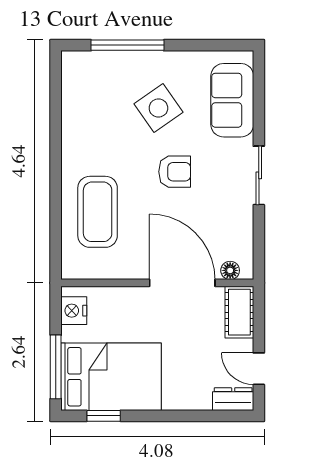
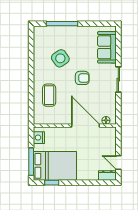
side table: (158, 108) -> (60, 58), moved
coffee table: (98, 212) -> (49, 95), width x0.73, depth x0.76
cot: (239, 312) -> (110, 138), removed

